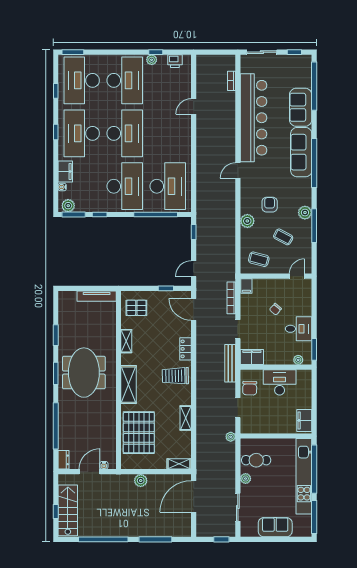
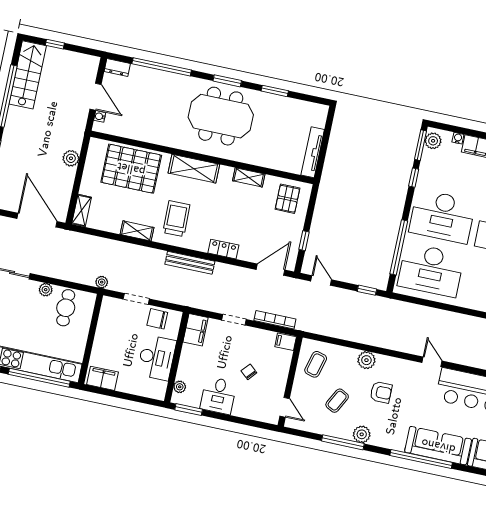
bench: (230, 363) -> (190, 263), moved
trolley: (175, 376) -> (176, 219), moved
stairs: (68, 510) -> (28, 75), moved, turned -90

